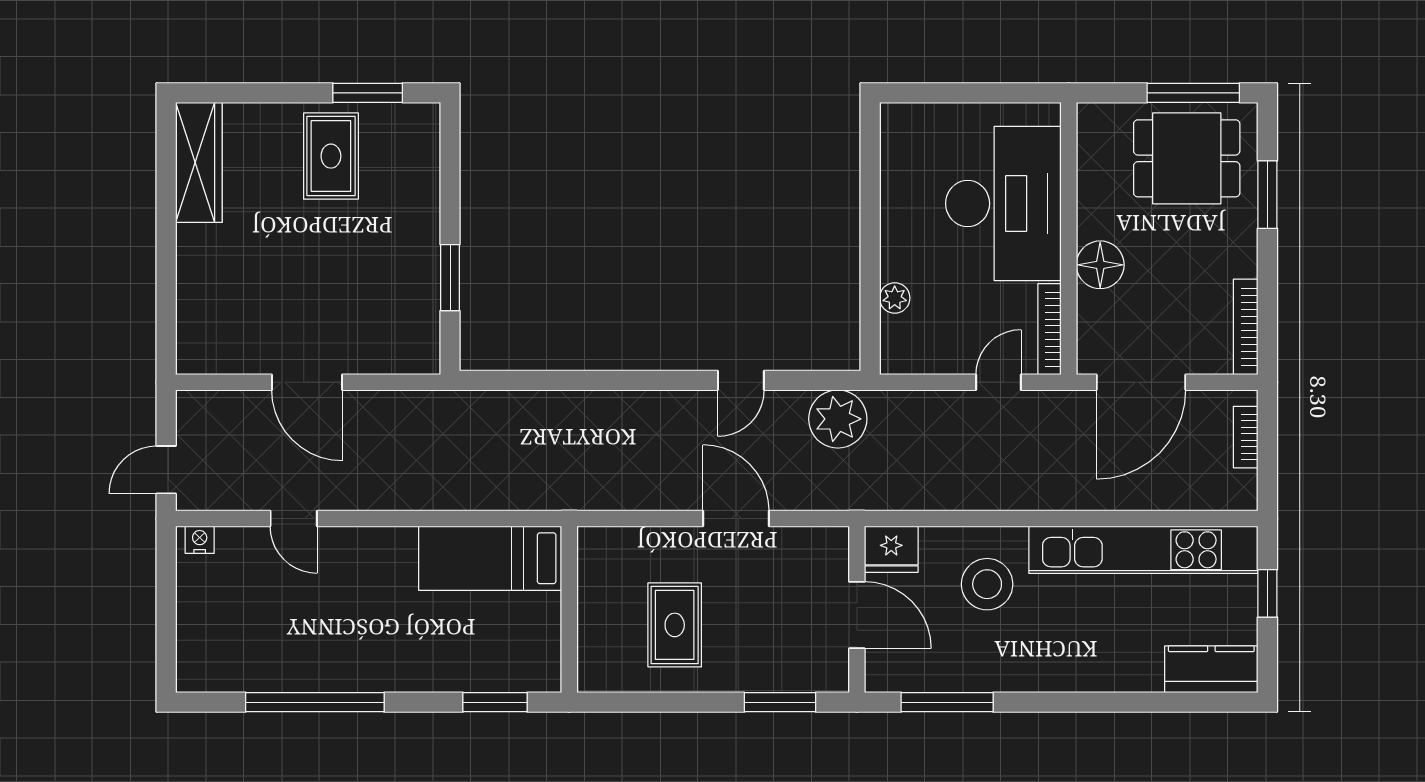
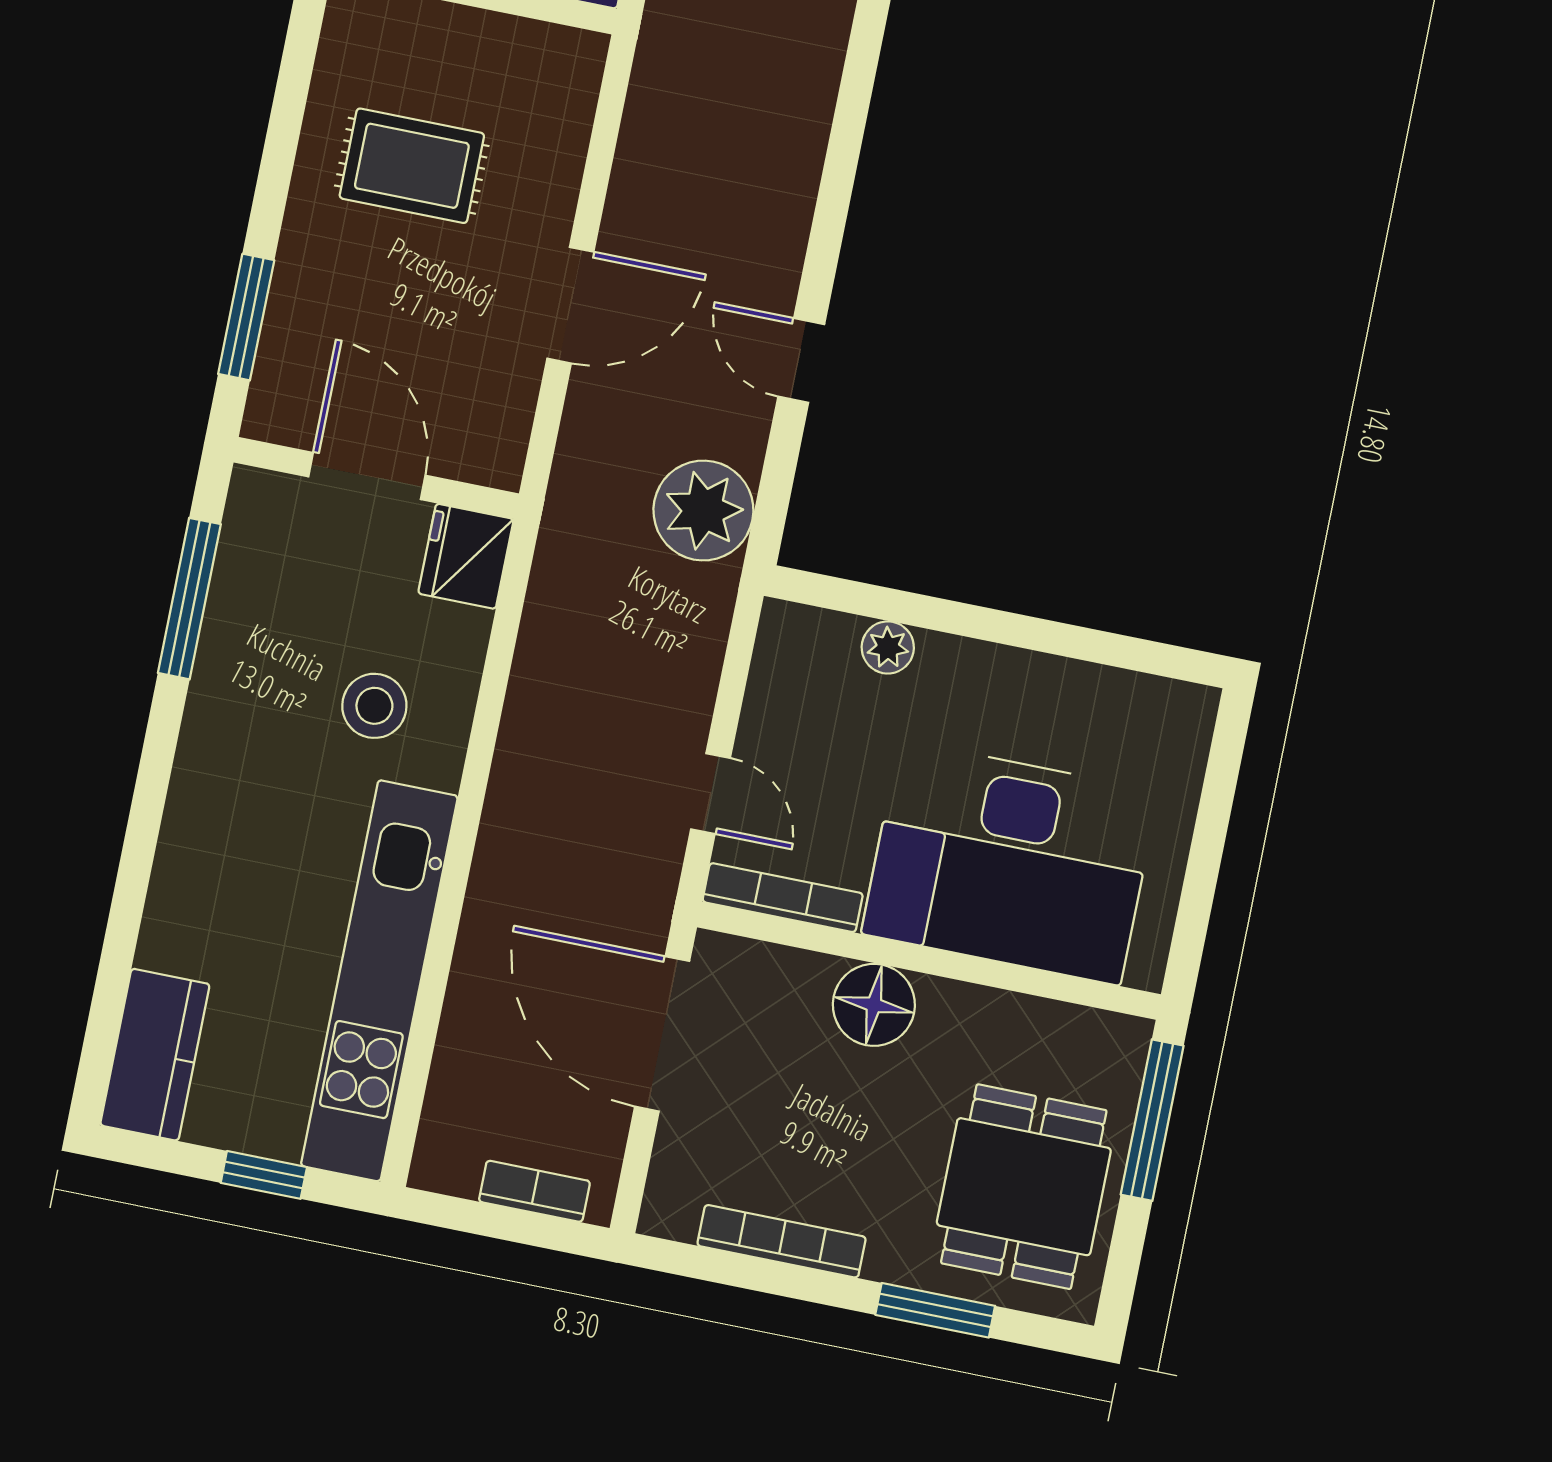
window: (1193, 93) -> (1152, 1120), moved
bookcase: (1246, 327) -> (782, 1241), moved
stool: (987, 584) -> (374, 706), width x0.73, depth x0.73
door: (857, 615) -> (367, 476), swing flipped

